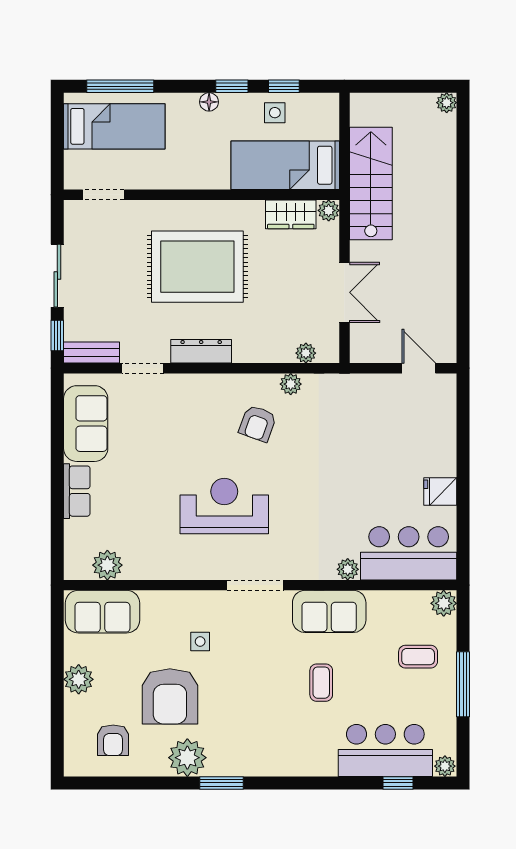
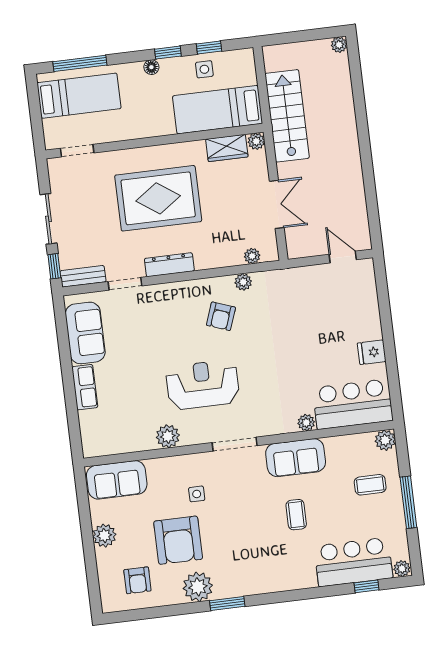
plant: (107, 565) -> (168, 436), moved

